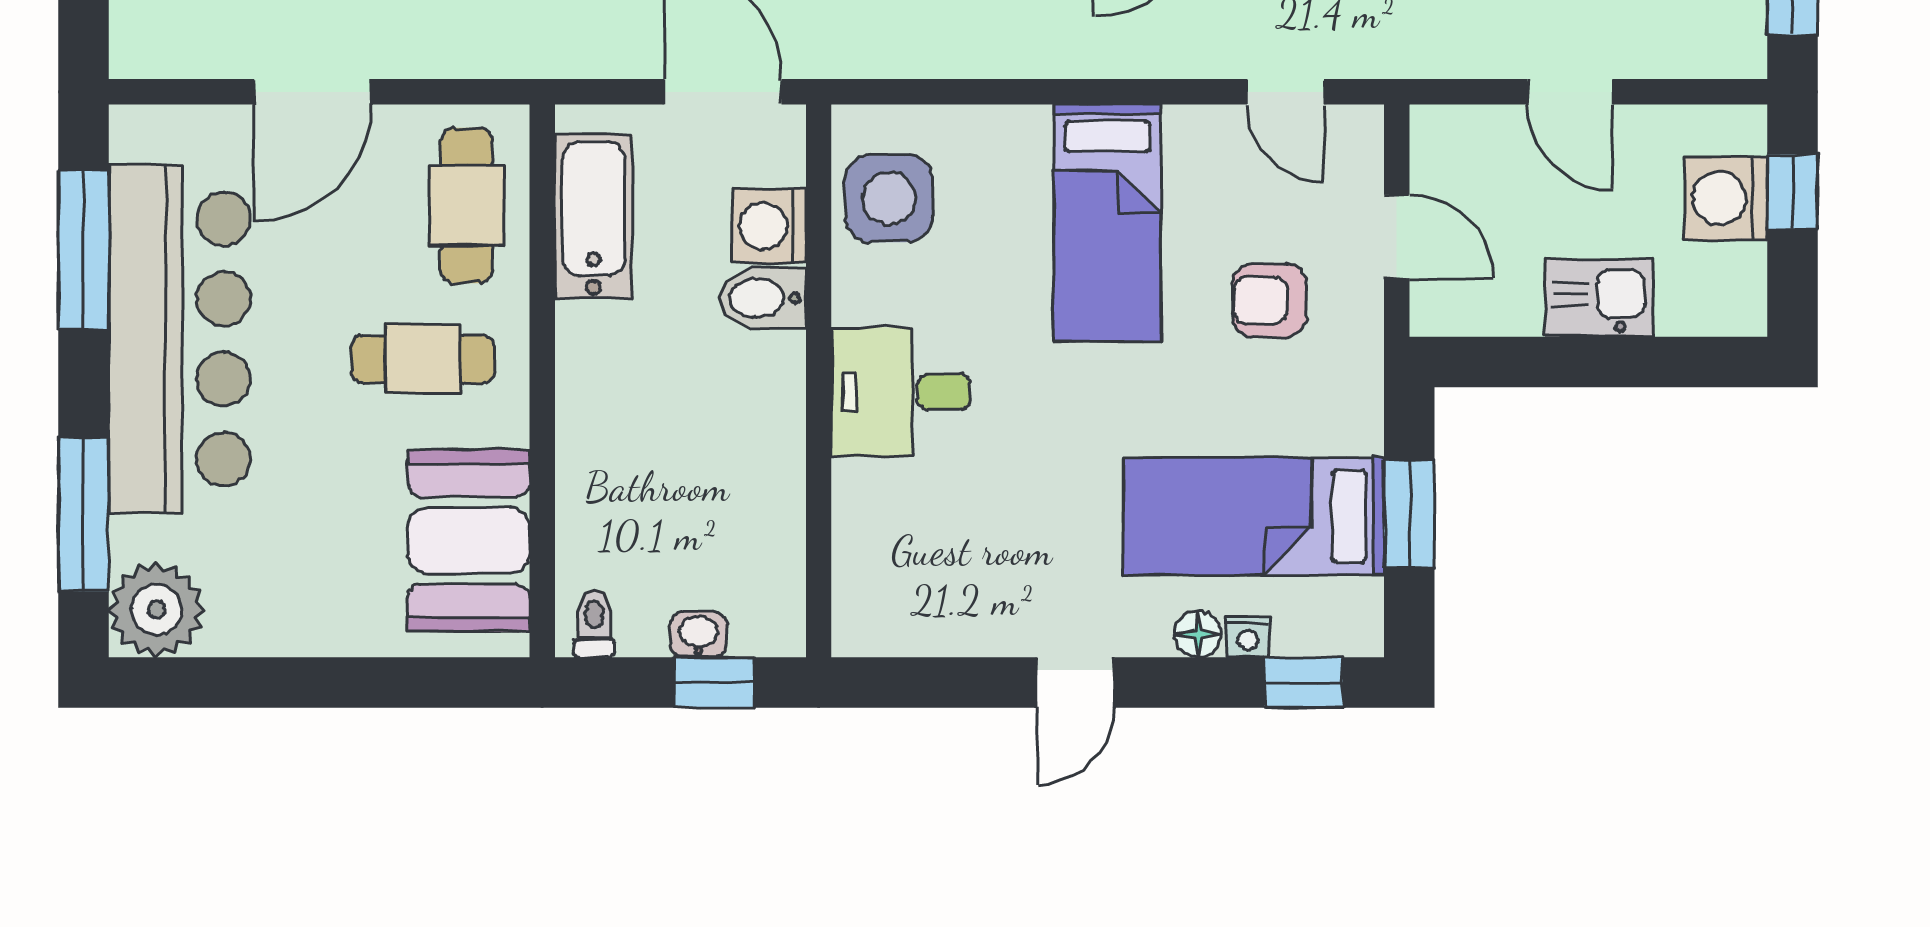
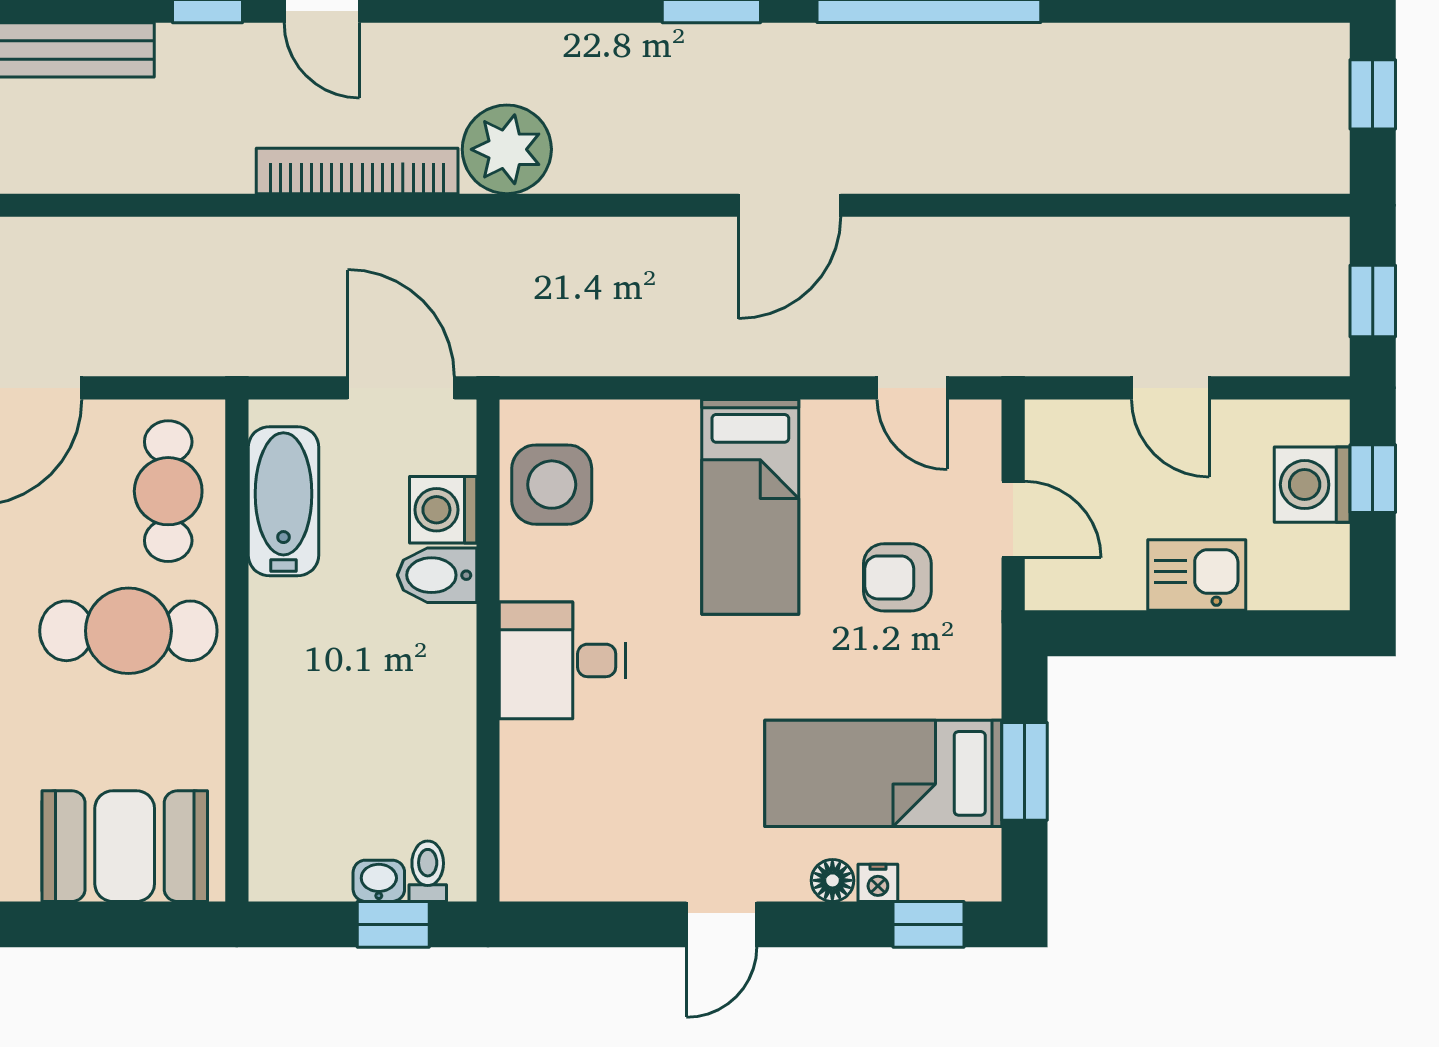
cafe table: (423, 359) -> (128, 631), width x1.37, depth x1.35
booth: (469, 540) -> (125, 846), moved, turned 90
toilet: (594, 624) -> (428, 871), moved

